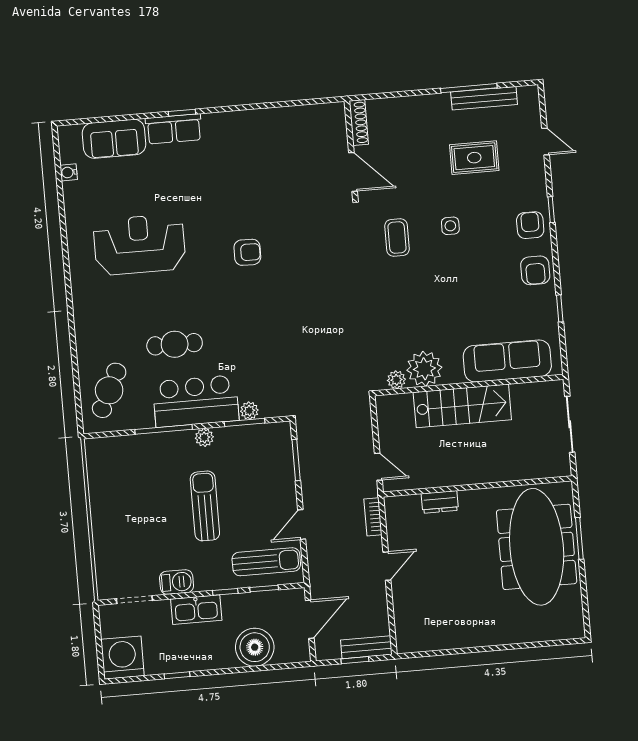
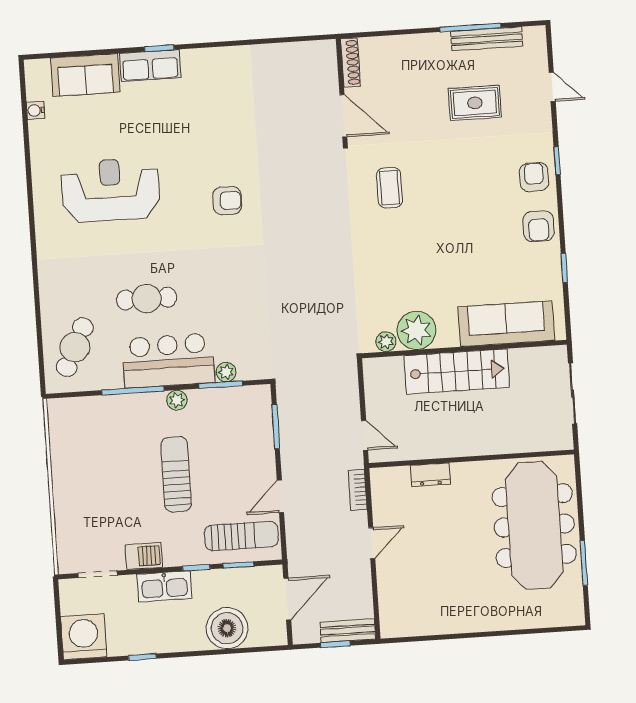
side table: (450, 226) -> (448, 176), removed
window: (579, 538) -> (584, 563), moved

